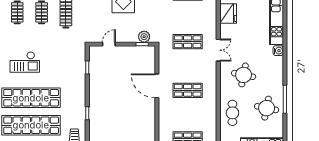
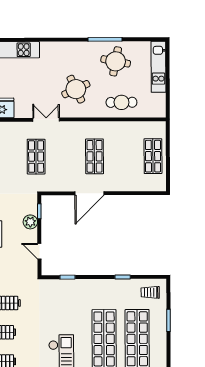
plant: (144, 37) -> (30, 222), moved
water cooler: (278, 51) -> (46, 48), removed
round table: (244, 75) -> (76, 89), turned -36

